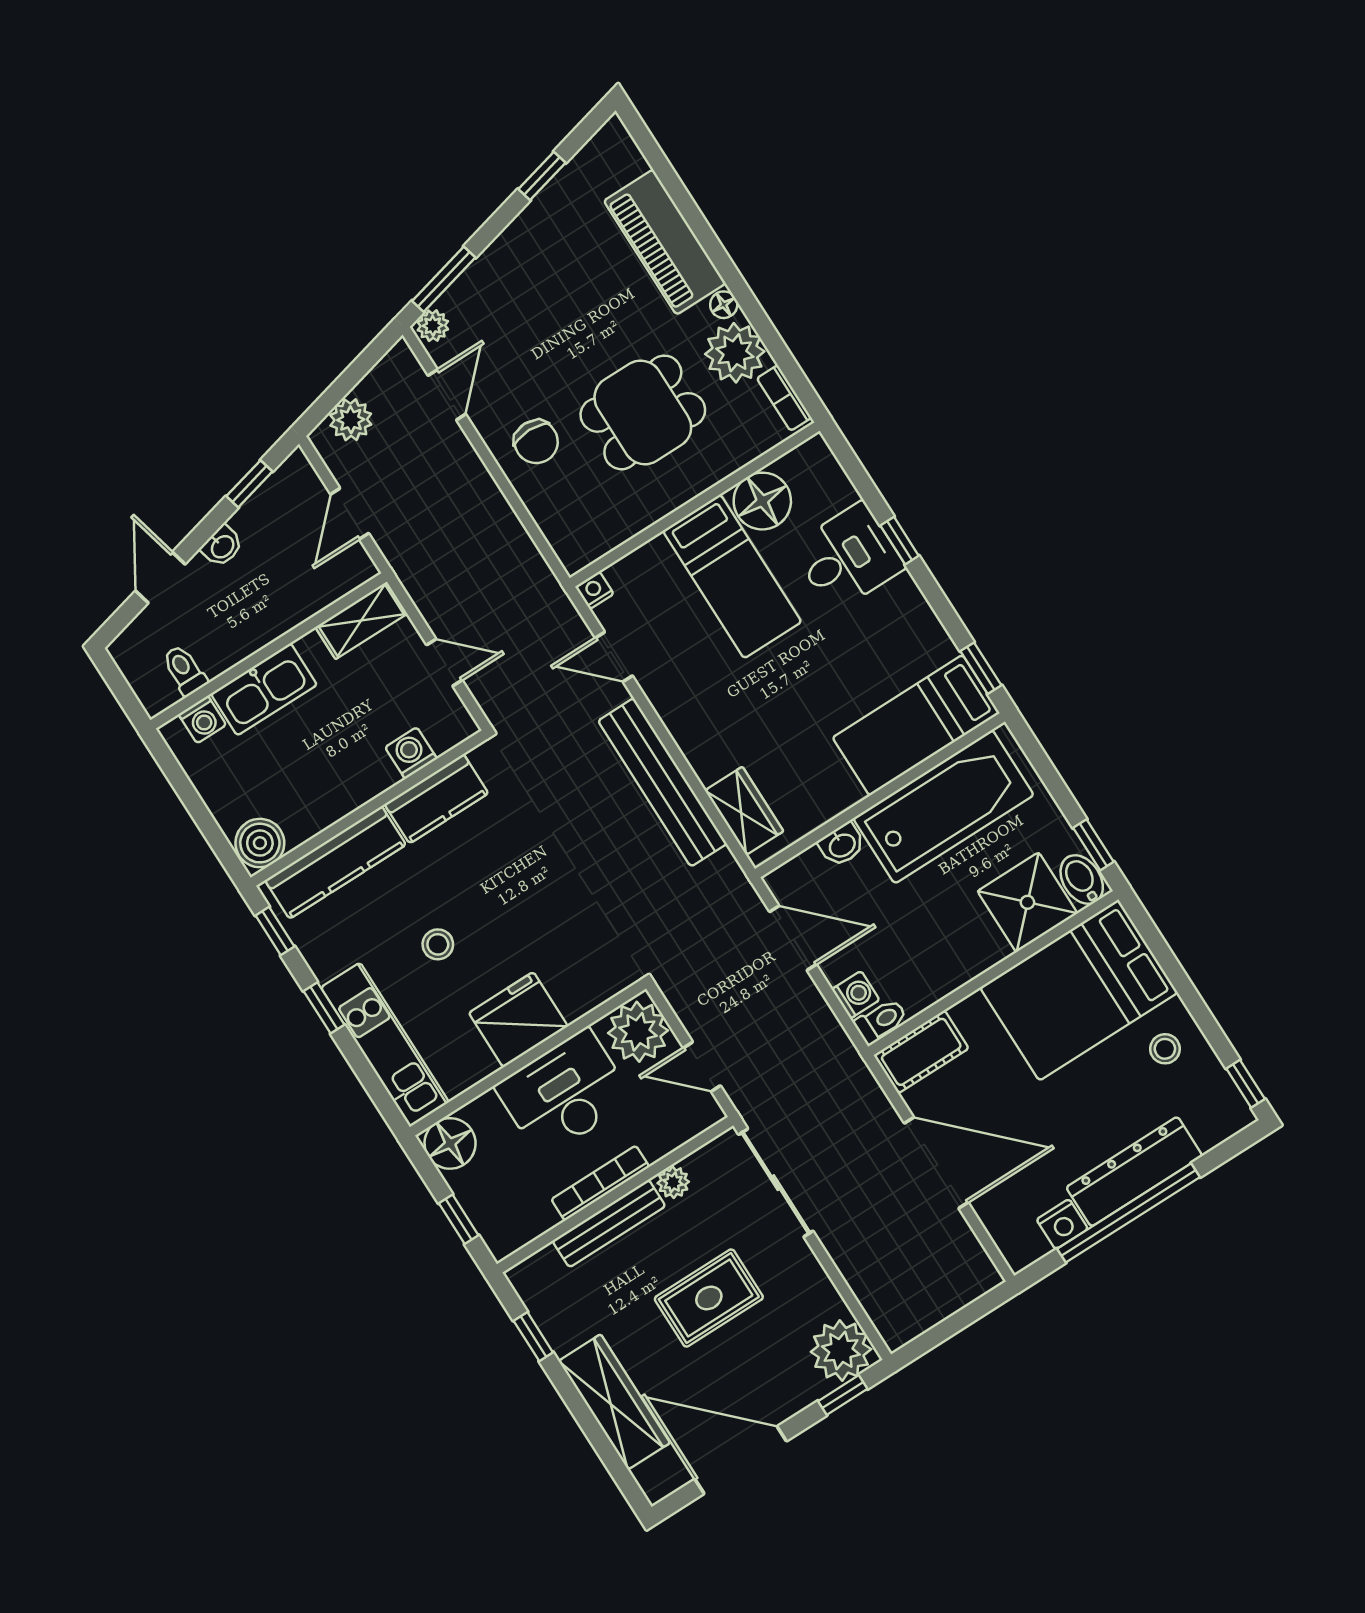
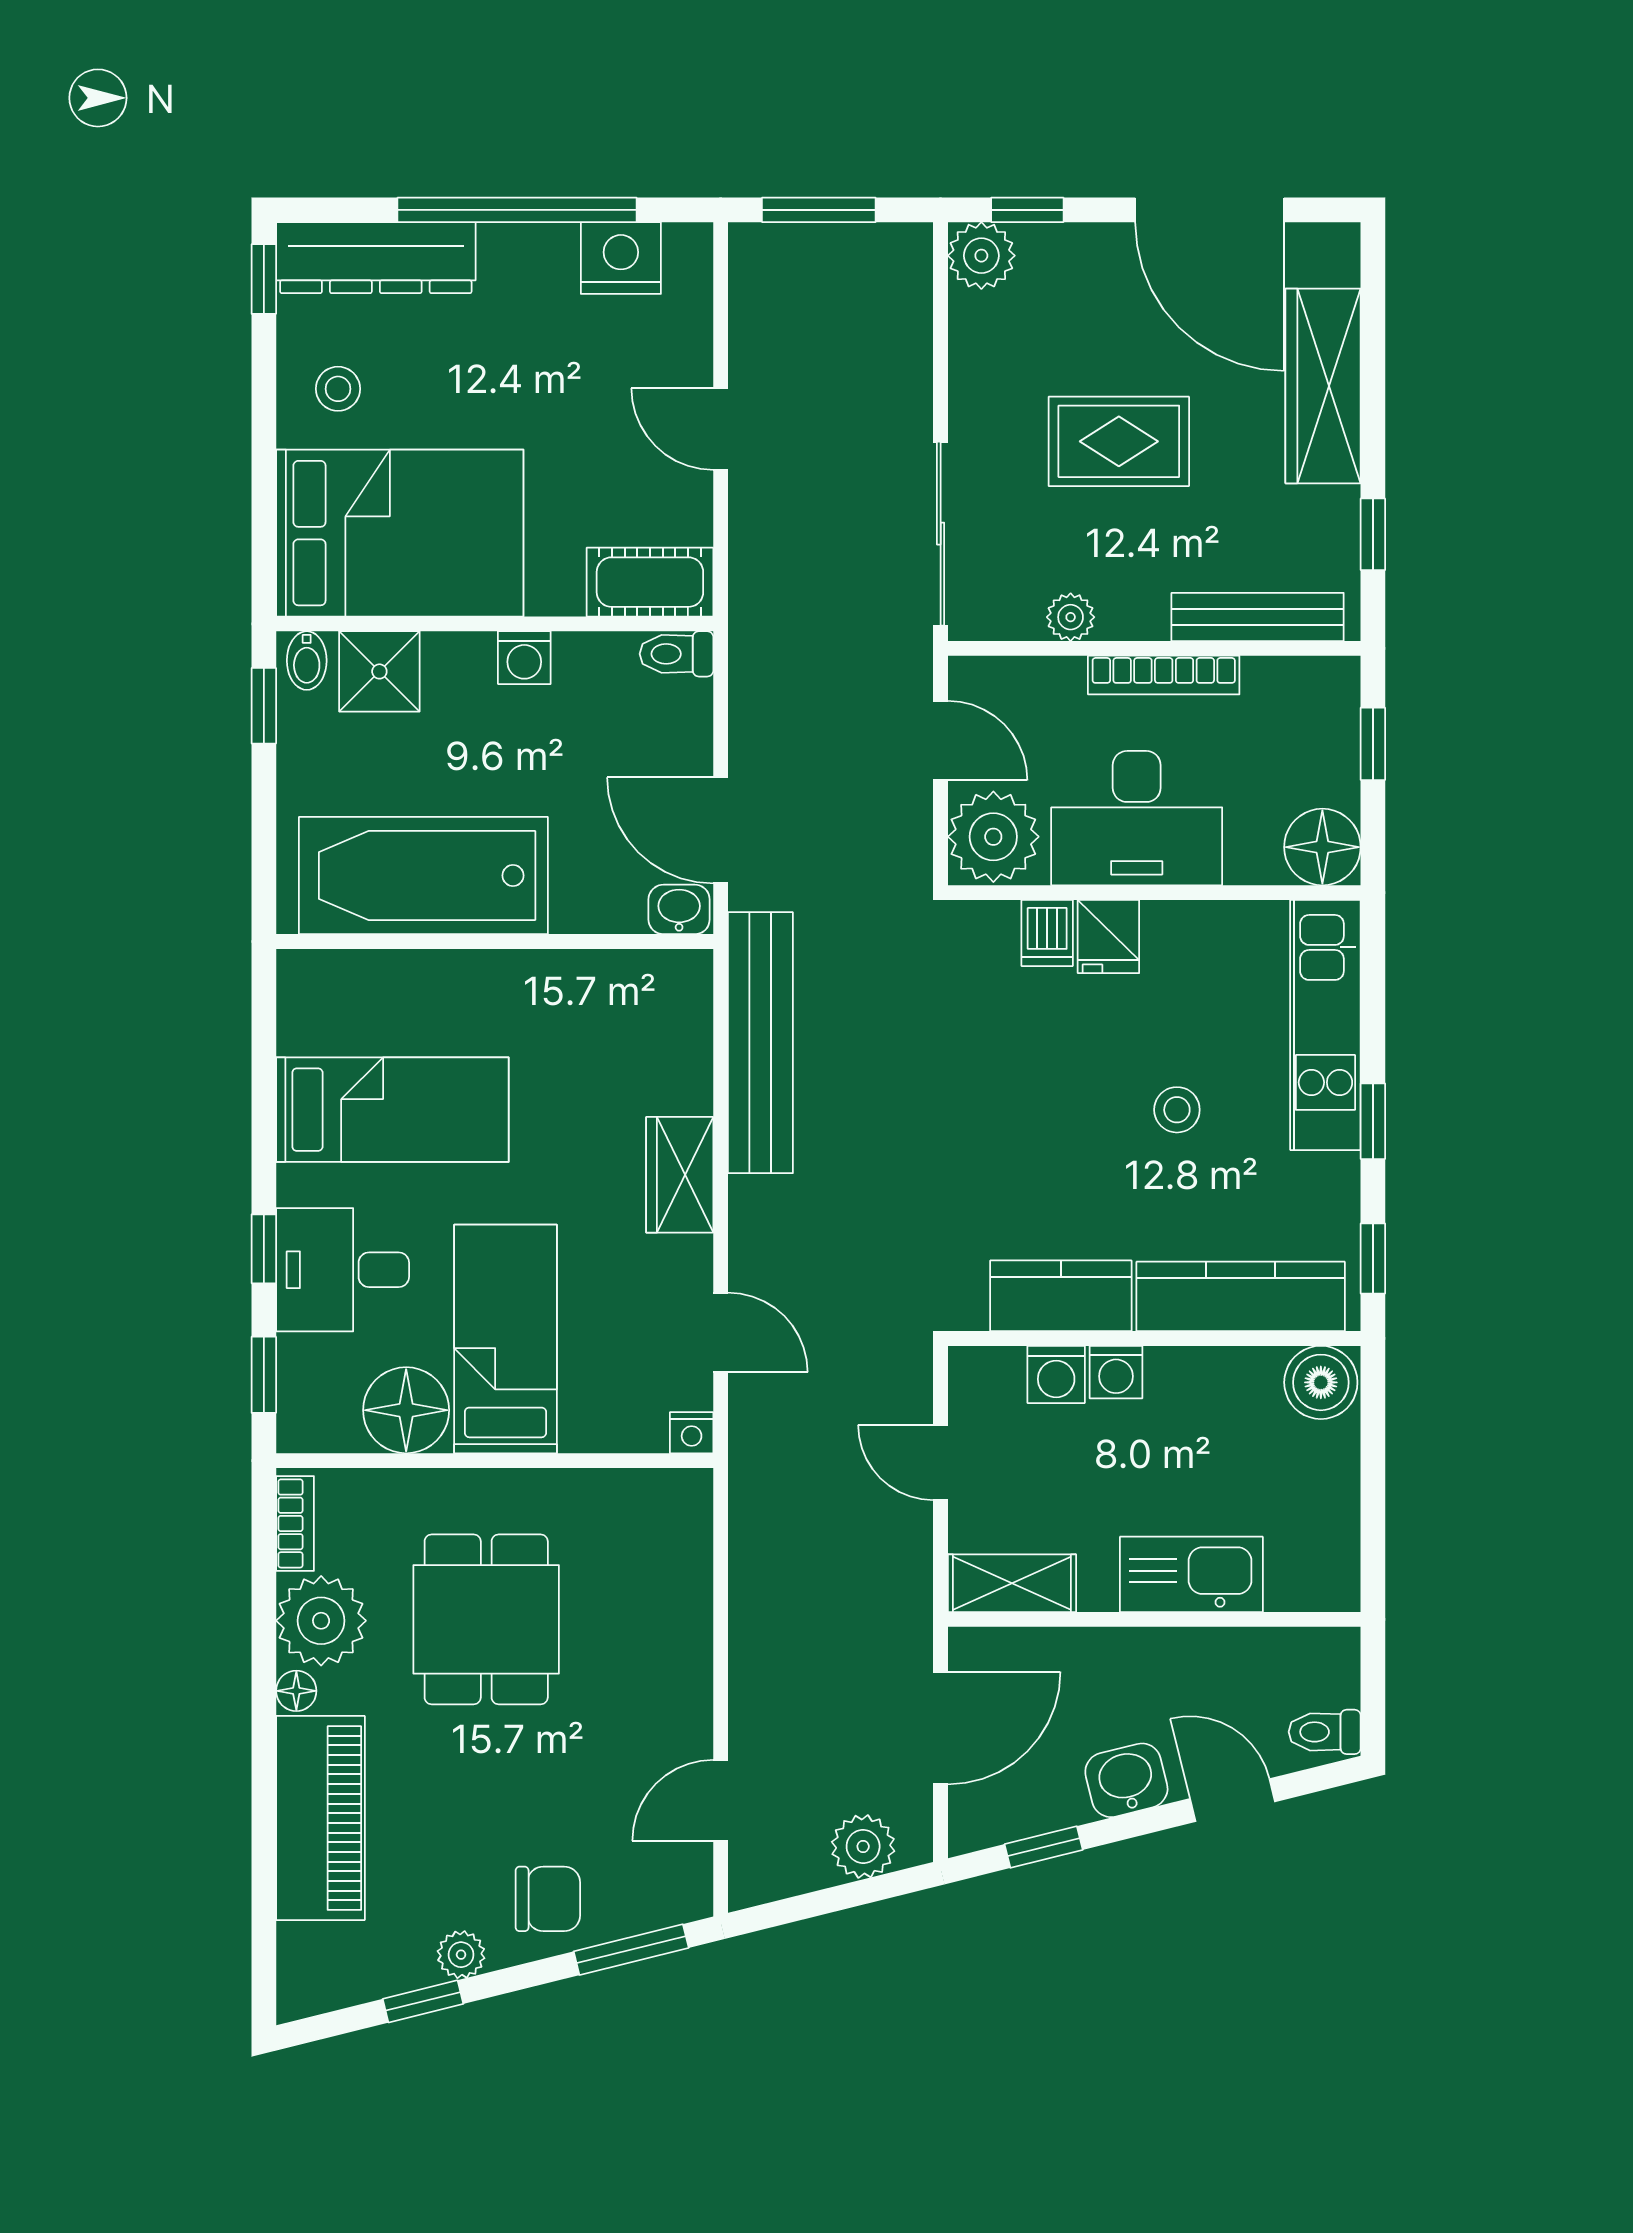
plant: (433, 326) -> (461, 1955), moved
dining table: (643, 412) -> (486, 1619), turned 90
chair: (536, 442) -> (548, 1899), moved, turned 90
door: (350, 514) -> (941, 1728), width x1.38
washbasin: (222, 546) -> (1126, 1780), width x1.38, depth x1.45
door: (160, 578) -> (1233, 1800), swing flipped
window: (981, 668) -> (264, 1375), moved
toilet: (184, 670) -> (1325, 1732), moved, turned 90
washing machine: (202, 720) -> (1116, 1372), moved, turned 180
bed: (916, 725) -> (392, 1110), moved
bench: (662, 782) -> (760, 1043), moved
wardrobe: (744, 811) -> (680, 1175), moved
washbasin: (842, 845) -> (679, 909), moved
bidet: (1082, 880) -> (307, 661), width x0.72, depth x0.74
shower: (1027, 902) -> (379, 671), width x0.73, depth x0.73
washing machine: (856, 995) -> (524, 658), moved, turned -90
dishwasher: (574, 997) -> (1047, 933), added
fridge: (518, 1020) -> (1108, 937), width x0.53, depth x0.75
door: (936, 1163) -> (721, 429), width x0.53
dresser: (1134, 1172) -> (376, 258), moved
bench: (609, 1223) -> (1258, 617), moved
nightstand: (1062, 1224) -> (621, 258), width x1.36, depth x1.33
window: (959, 1321) -> (819, 210), added
plant: (841, 1351) -> (981, 256), width x0.73, depth x0.73

